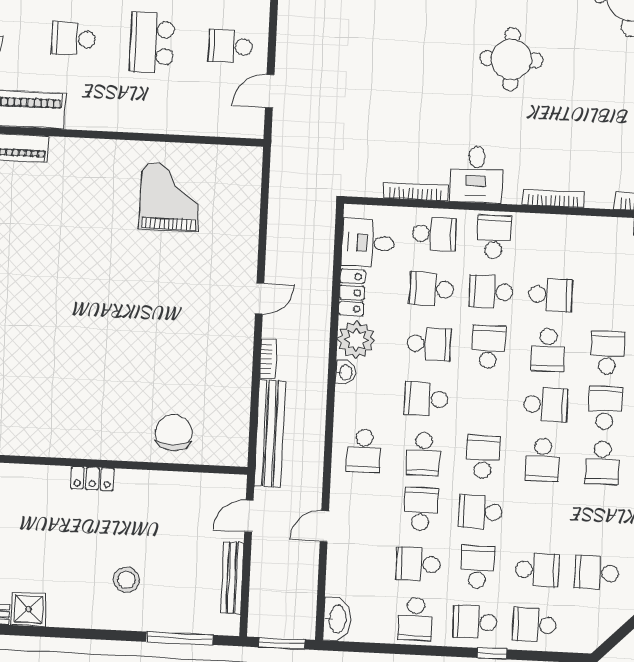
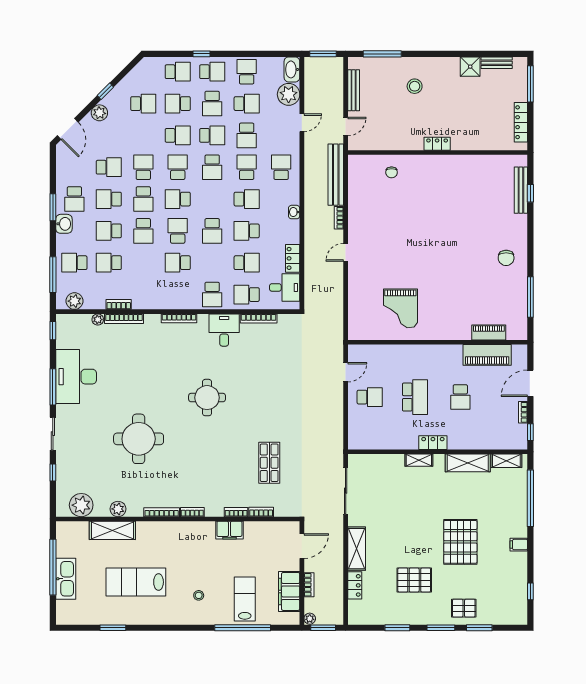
school desk: (74, 39) -> (460, 397), turned 90
school desk: (491, 292) -> (178, 135), moved
plant: (356, 340) -> (289, 94), moved
chair: (174, 433) -> (392, 172), width x0.54, depth x0.54

